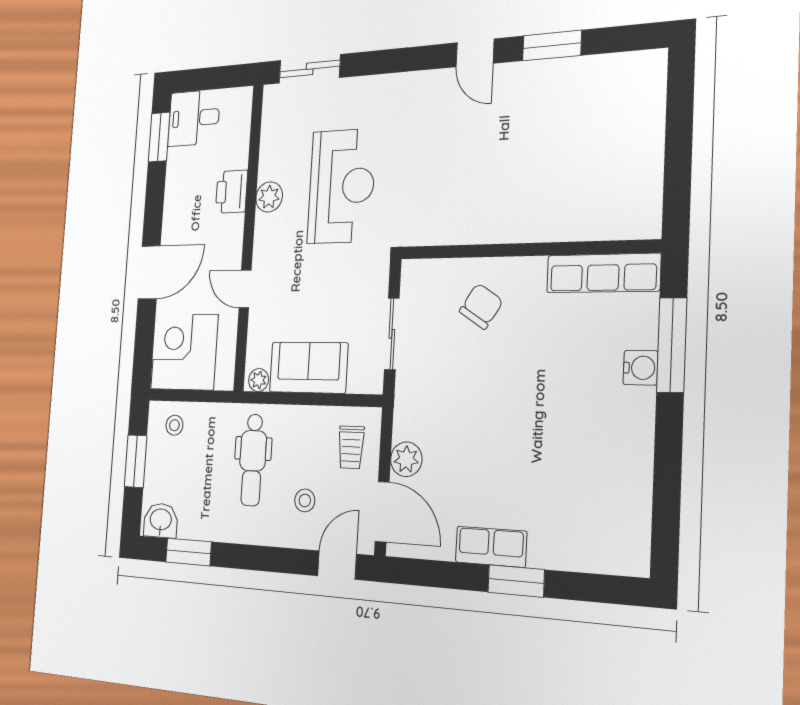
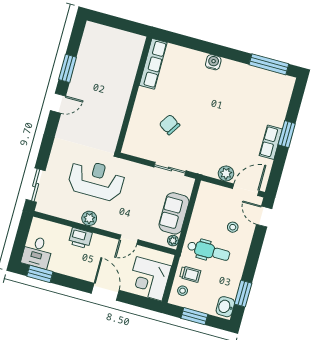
wall: (526, 250) -> (134, 95), moved
row of seats: (603, 273) -> (153, 64), moved
window: (672, 345) -> (269, 64), moved
trolley: (351, 447) -> (190, 274), moved

